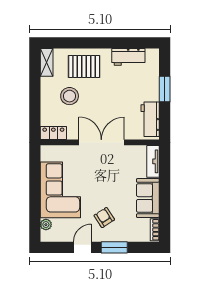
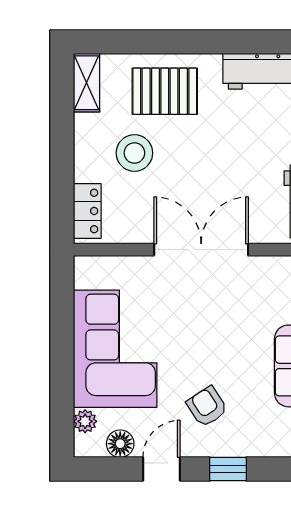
locker: (53, 133) -> (87, 211), moved, turned 90
floor lamp: (63, 235) -> (120, 444), added
window: (114, 247) -> (228, 469), width x0.67

